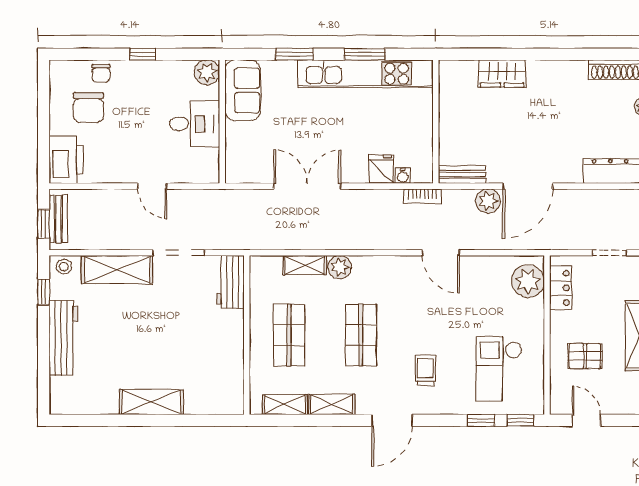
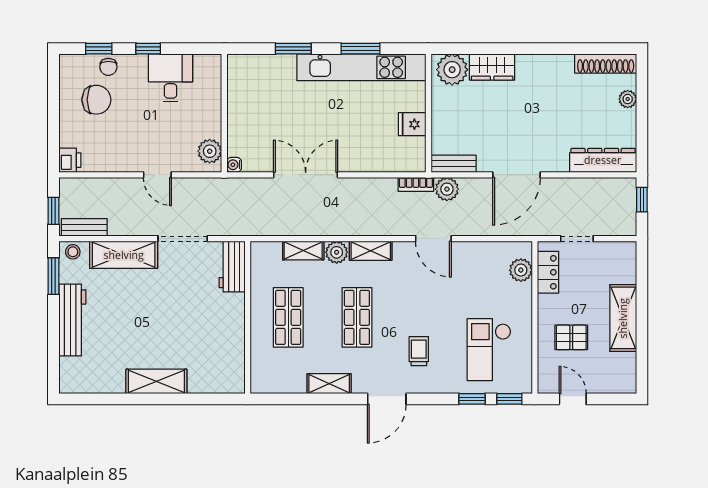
window: (91, 54) -> (99, 49), added
plant: (207, 72) -> (210, 151), moved
plant: (460, 76) -> (452, 70), added
sofa: (243, 90) -> (244, 83), removed
chair: (89, 108) -> (96, 100), turned -90
desk: (195, 124) -> (171, 78), moved, turned -90
printer: (66, 160) -> (70, 160), width x0.53, depth x0.68
fridge: (381, 169) -> (412, 124), moved, turned -90
water cooler: (403, 176) -> (234, 165), moved, turned 90
plant: (488, 201) -> (447, 189), moved
bench: (58, 219) -> (84, 227), moved, turned 90
doorway: (610, 253) -> (577, 239), moved
plant: (528, 281) -> (521, 270), width x0.73, depth x0.73
window: (44, 292) -> (53, 276), width x1.50
shelving: (285, 405) -> (371, 251), moved

